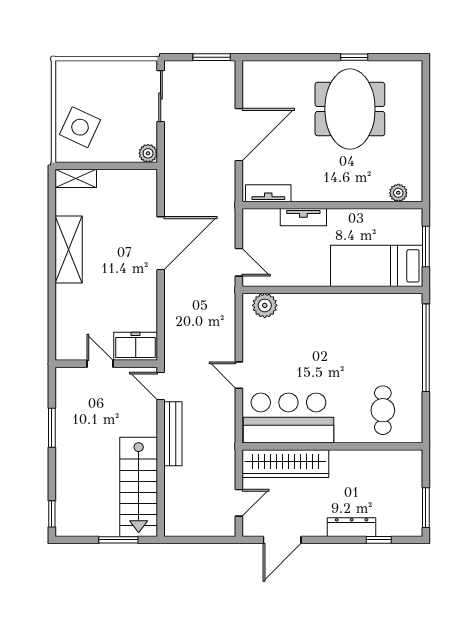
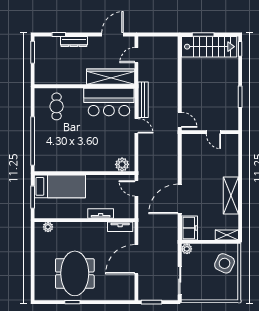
freezer: (136, 346) -> (189, 228), moved, turned -90
bench: (173, 434) -> (143, 100), moved
stairs: (139, 487) -> (209, 47), moved, turned 90

